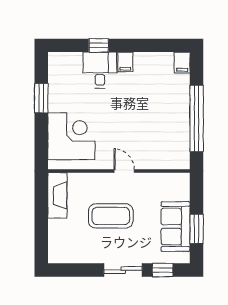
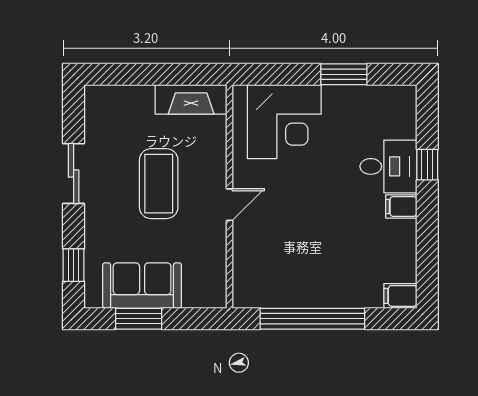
sliding door: (123, 270) -> (74, 174), moved

